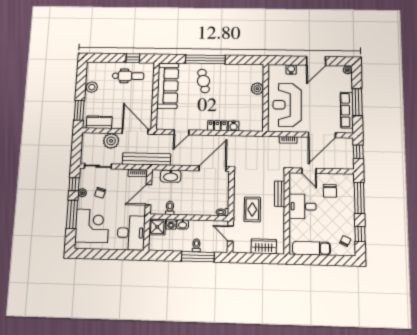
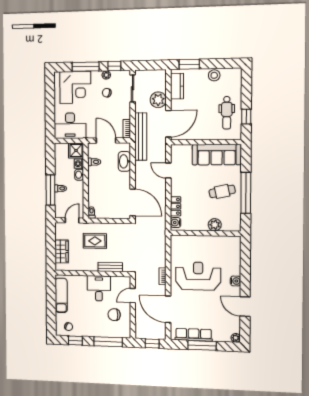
plant: (257, 89) -> (215, 225), moved
wall: (266, 98) -> (205, 233), moved

